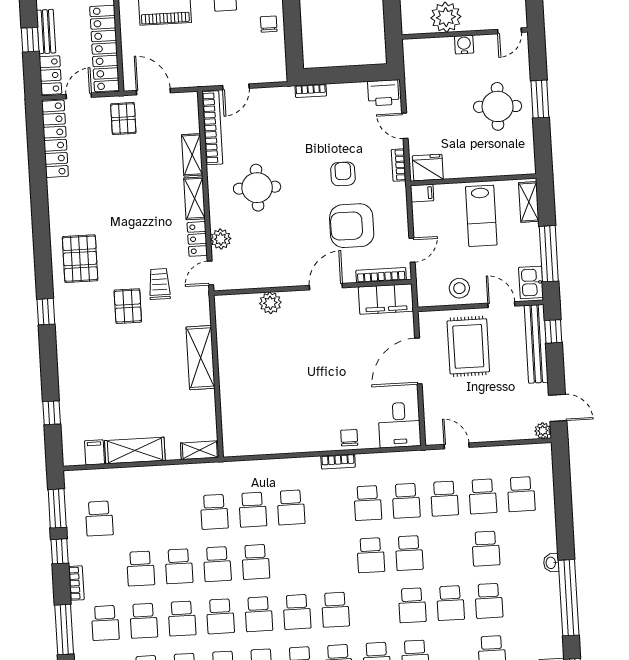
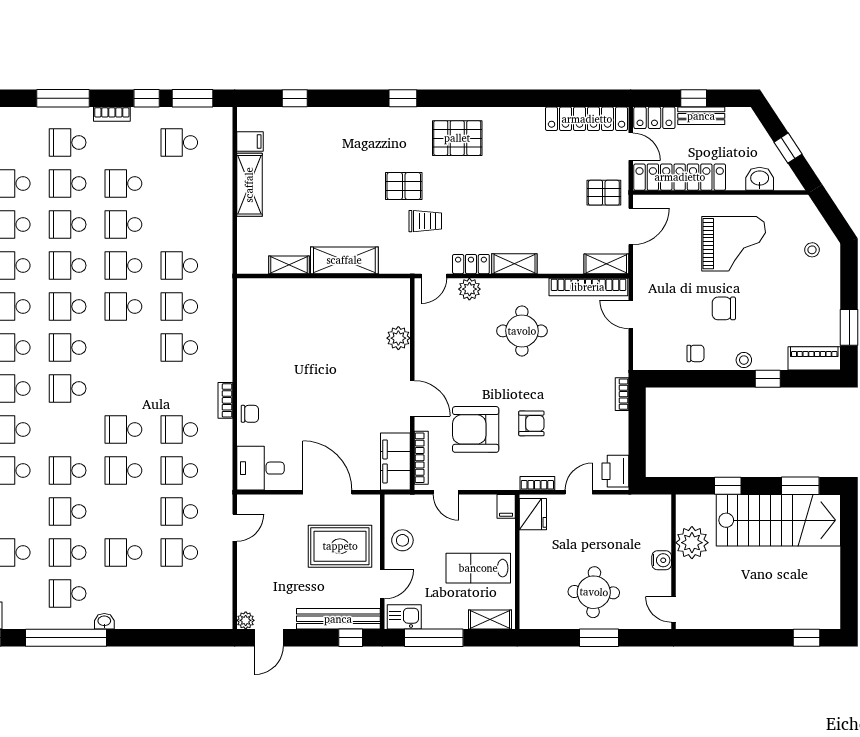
shelving: (192, 155) -> (606, 264), moved
armchair: (352, 226) -> (476, 429), turned -90
door: (210, 273) -> (434, 276), swing flipped
shelving: (200, 450) -> (289, 265), moved, turned 90
school desk: (521, 494) -> (68, 594), moved

